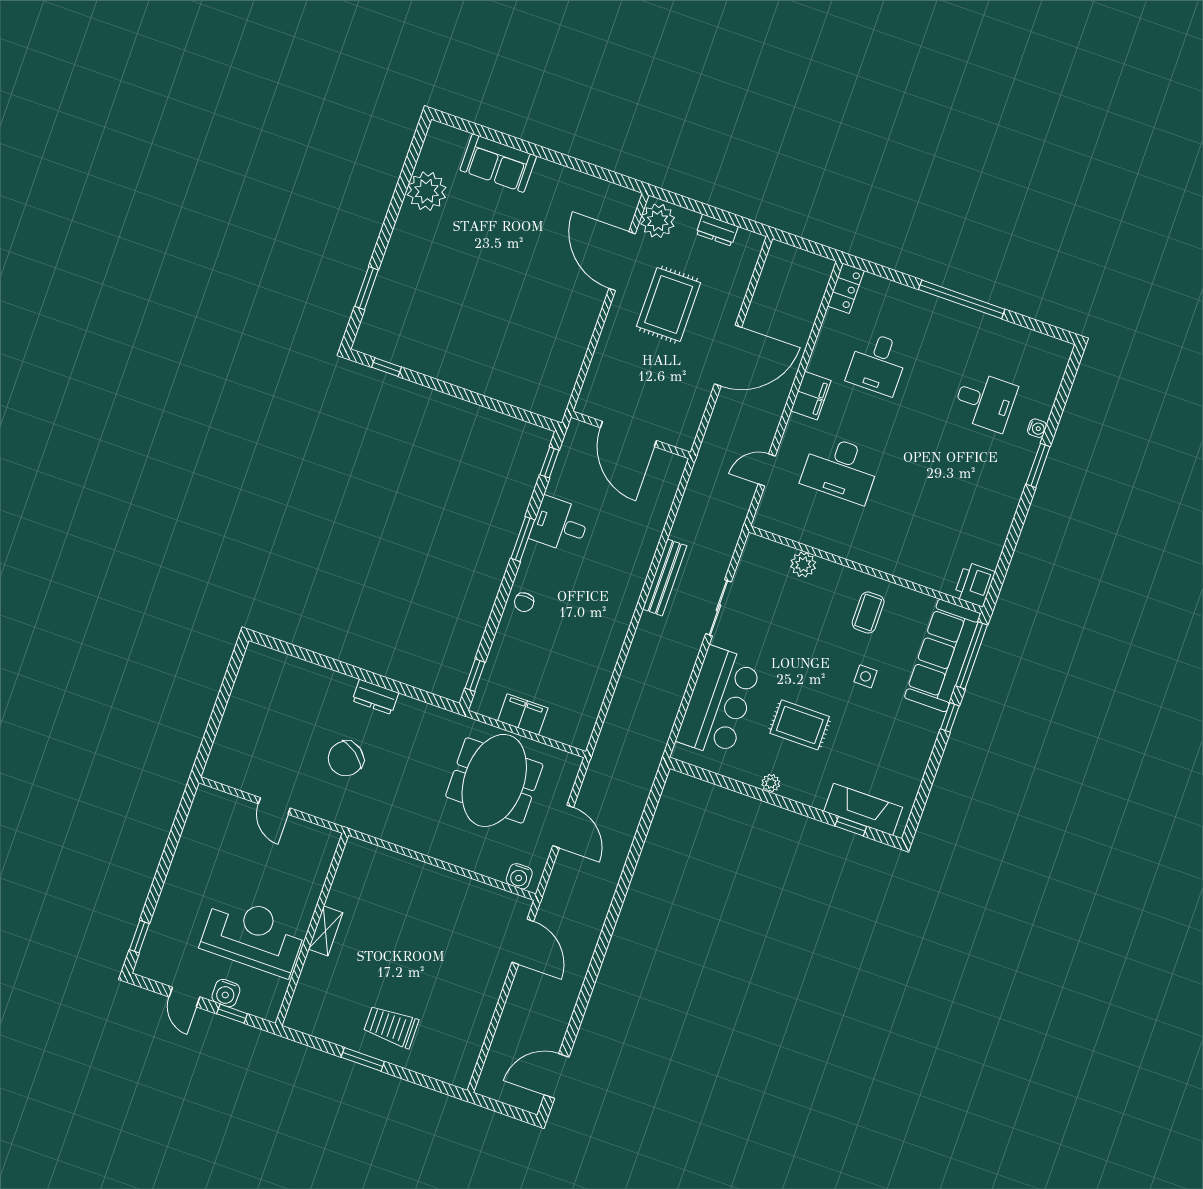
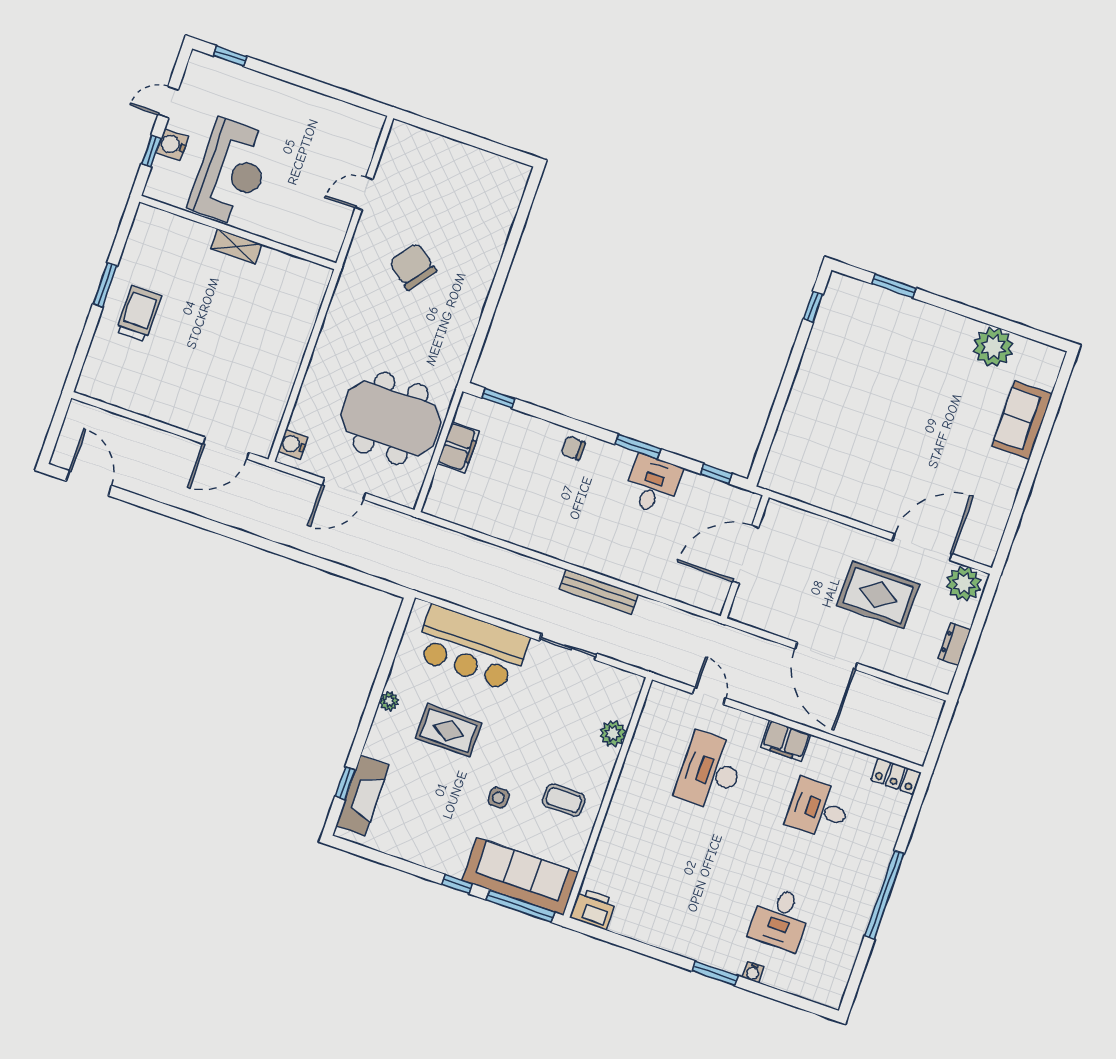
dresser: (375, 697) -> (476, 297), removed
rug: (800, 725) -> (449, 730), turned 90

